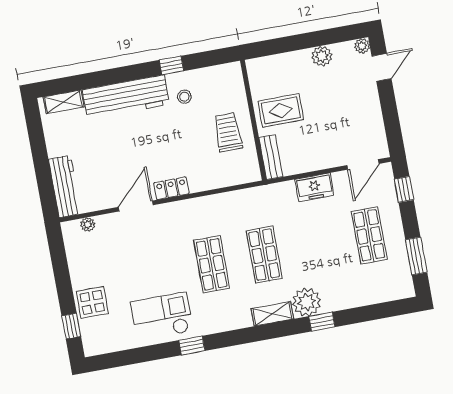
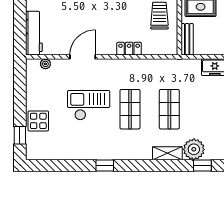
locker: (171, 188) -> (129, 49), moved
checkout: (162, 316) -> (89, 105), moved

